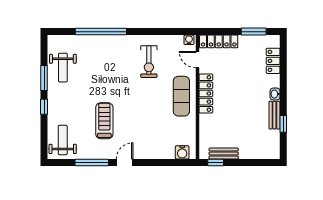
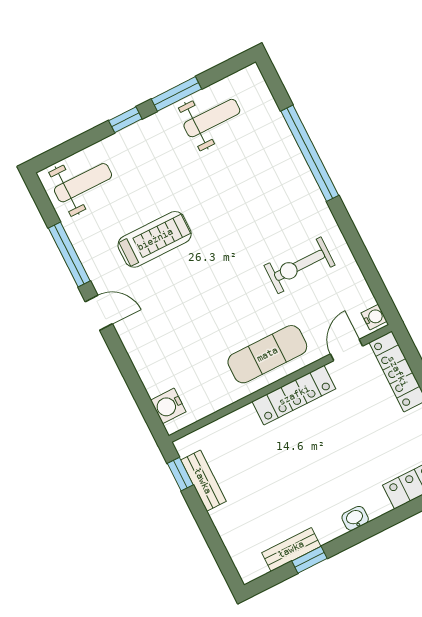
weight bench: (63, 68) -> (212, 118), turned 180
bench: (274, 115) -> (291, 549), moved

